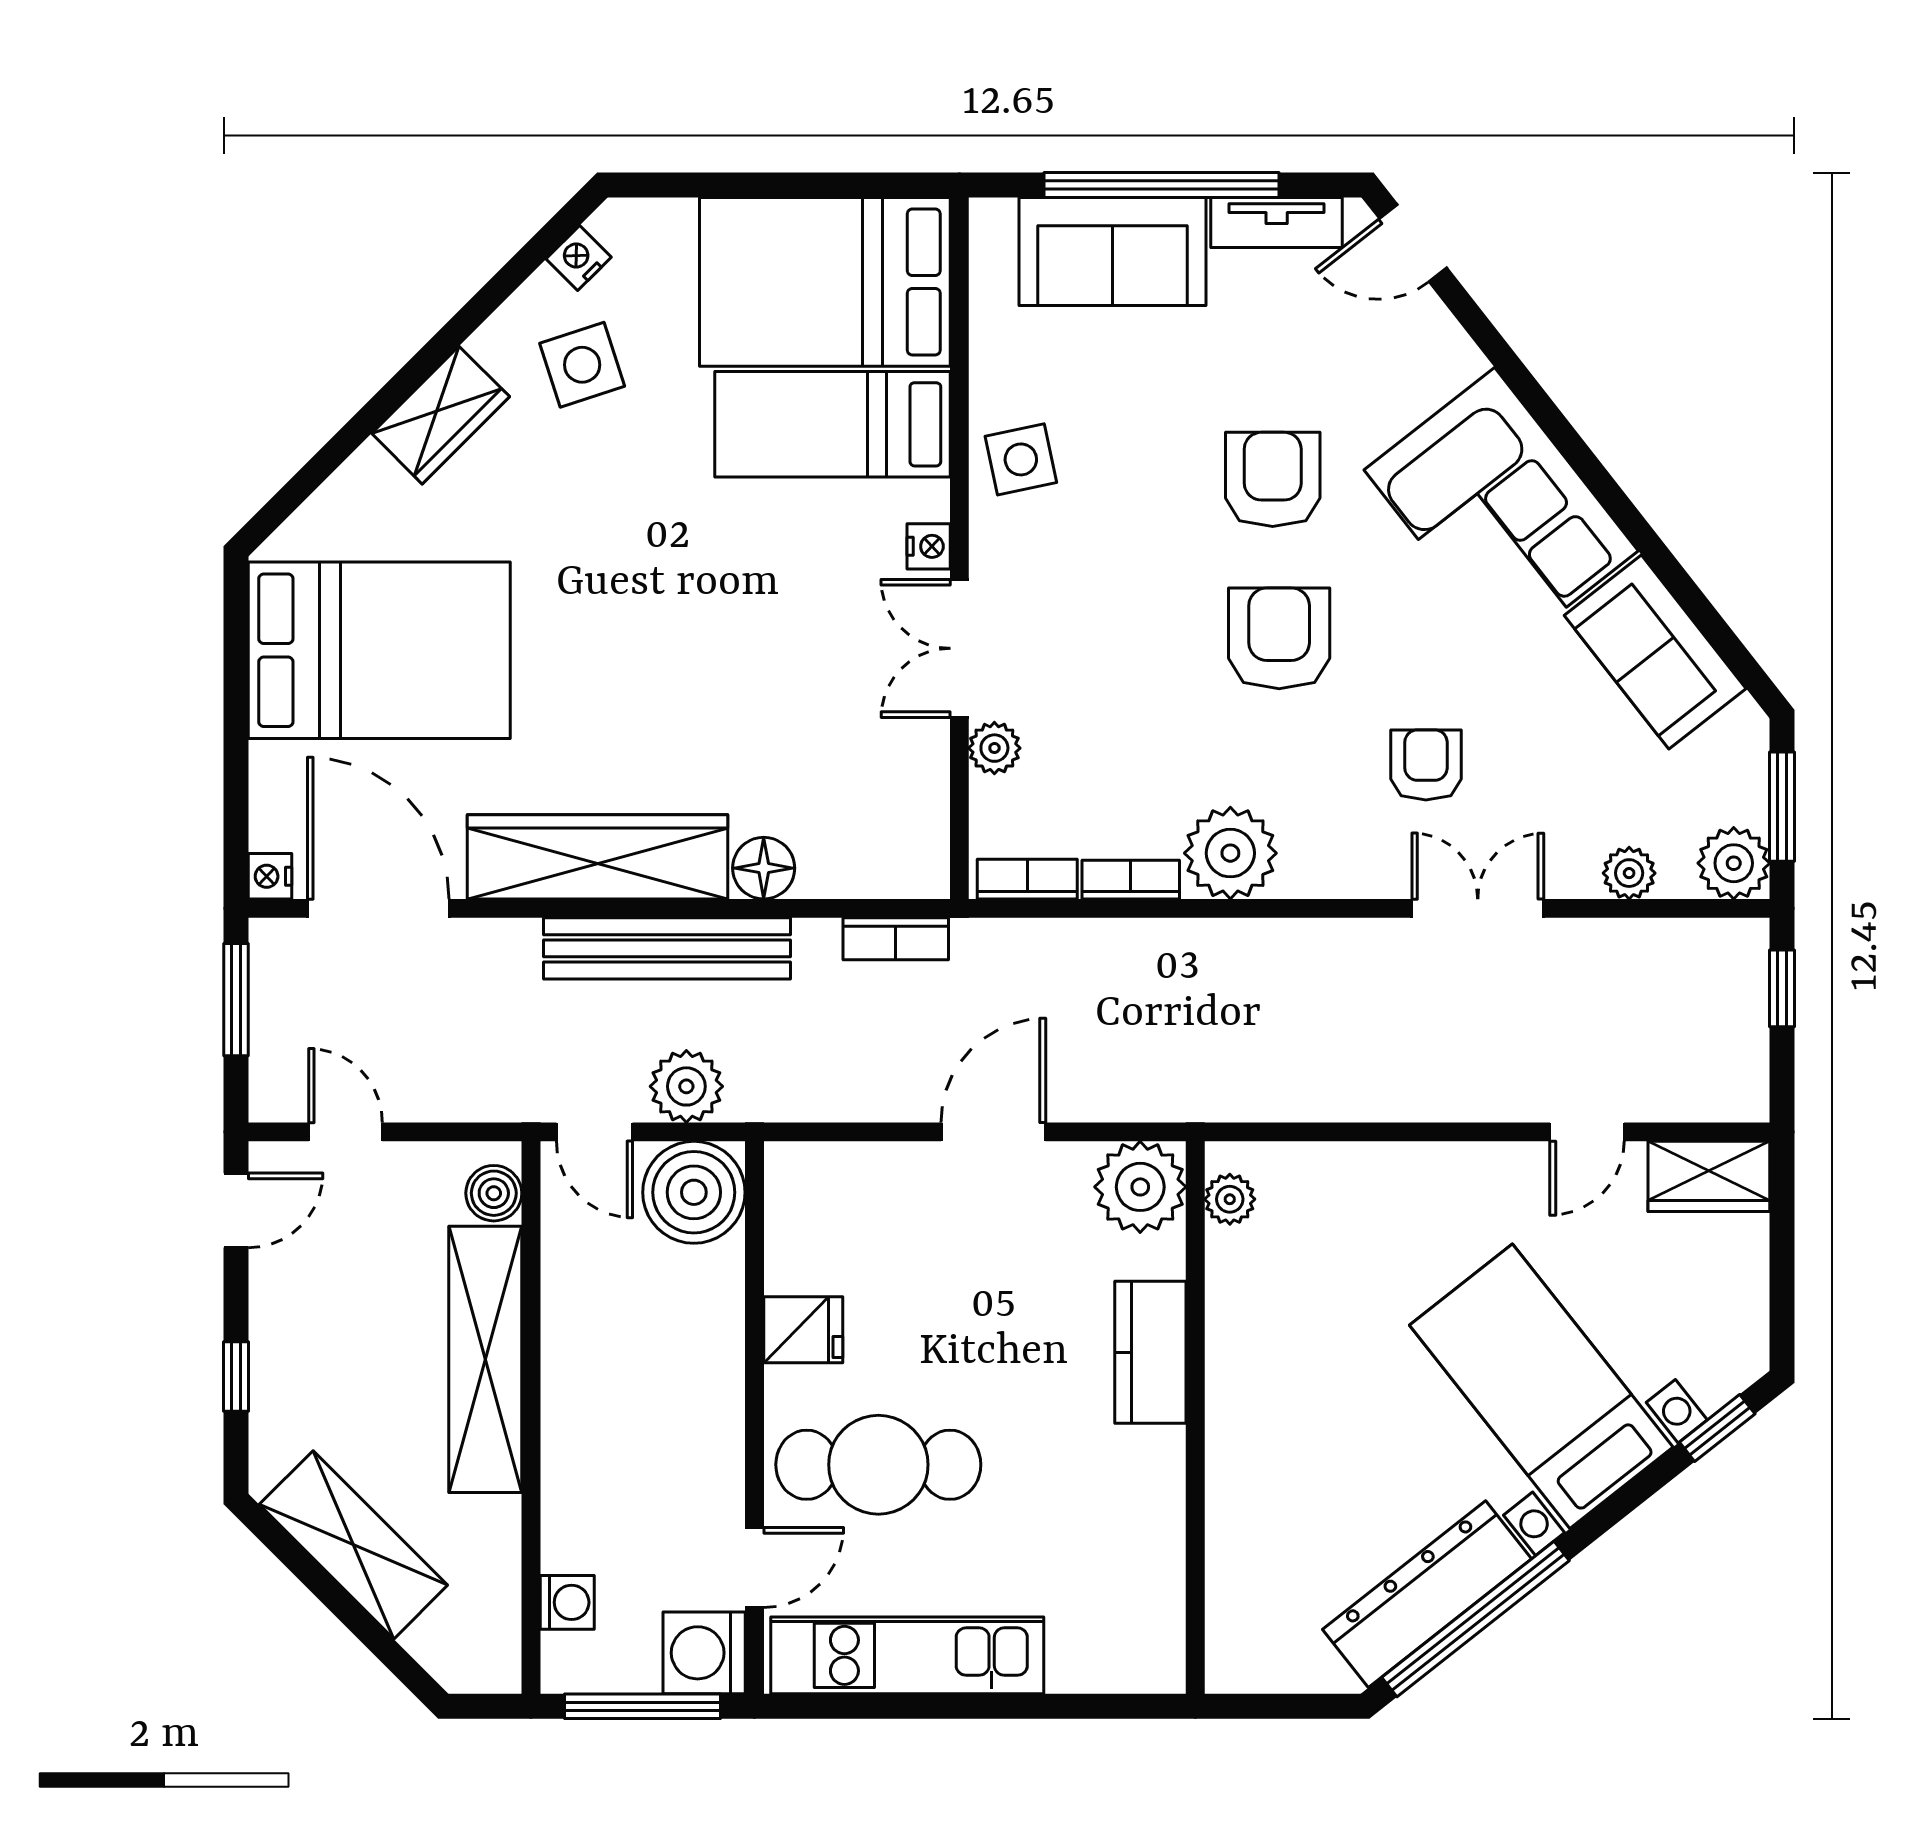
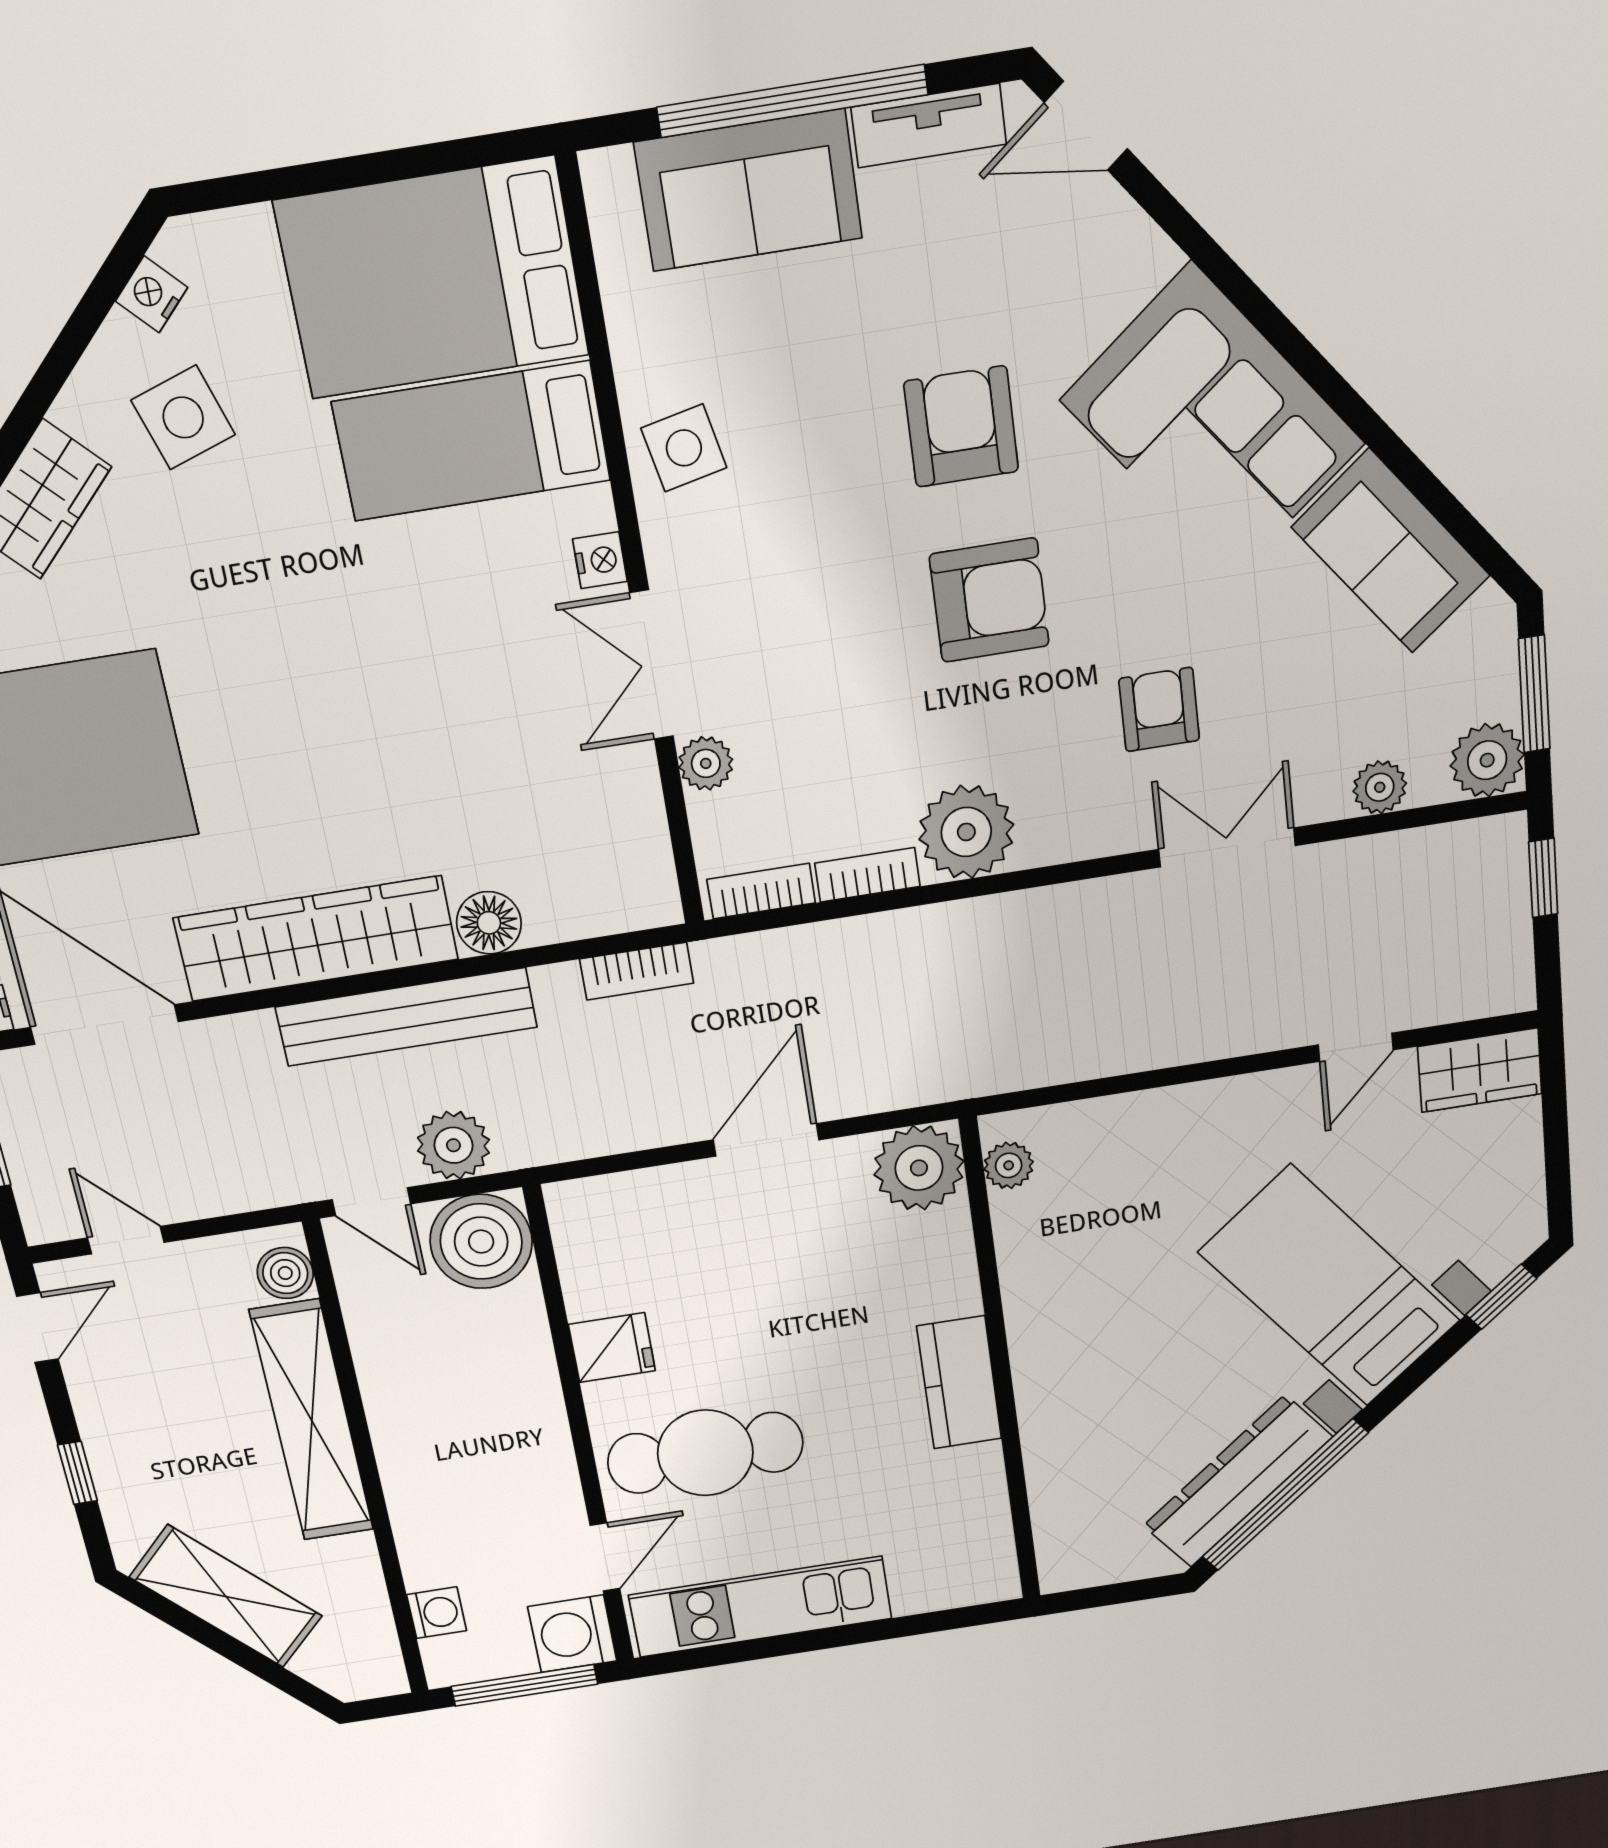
armchair: (1279, 638) -> (989, 600), turned 90
kitchen counter: (1150, 1352) -> (959, 1383), moved

